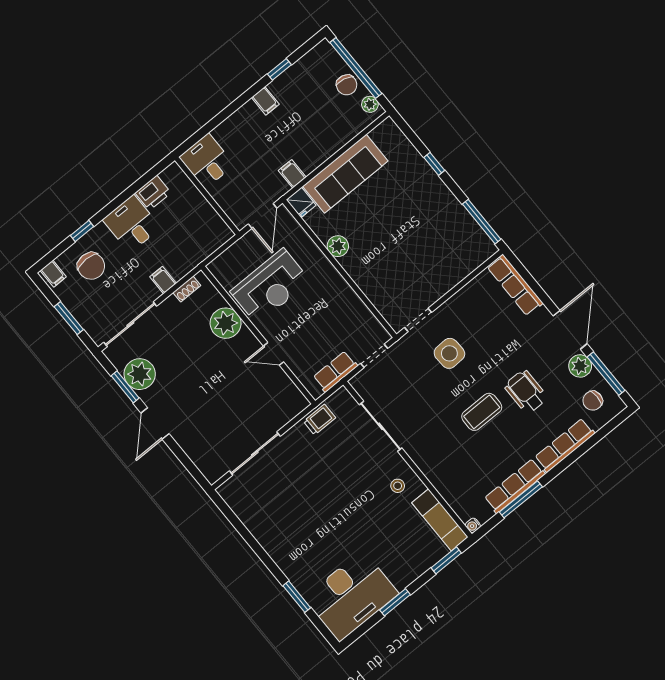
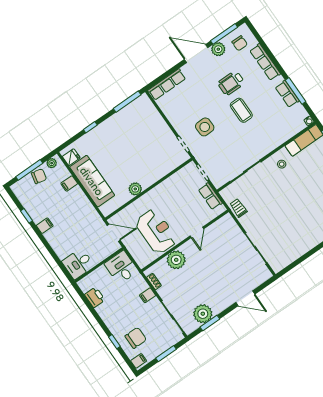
window: (356, 68) -> (29, 170), width x0.68
filing cabinet: (292, 174) -> (69, 184), moved
fridge: (301, 202) -> (71, 157), moved
desk: (132, 224) -> (121, 267), moved, turned 90
door: (155, 423) -> (245, 298), moved
row of seats: (515, 486) -> (287, 94), width x0.68

